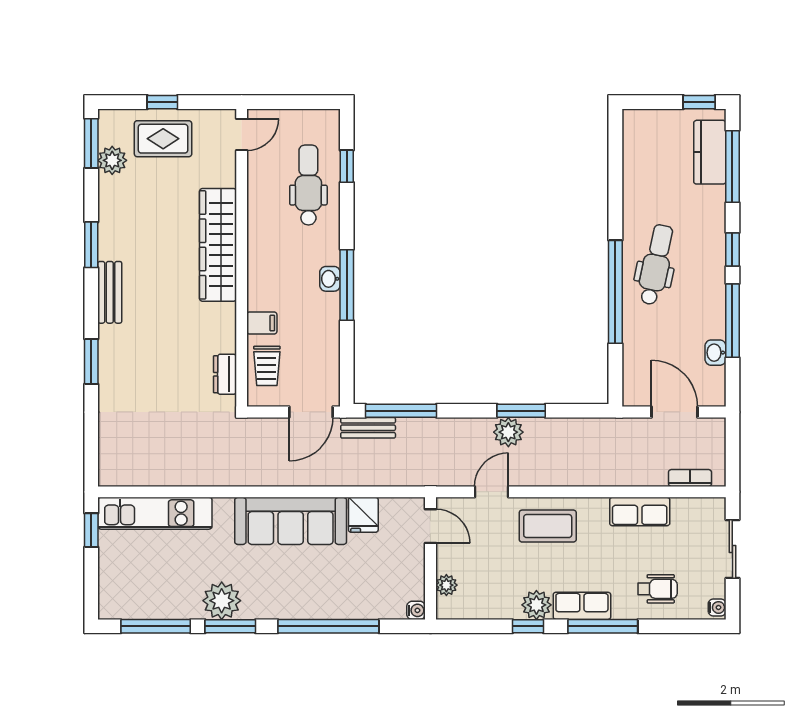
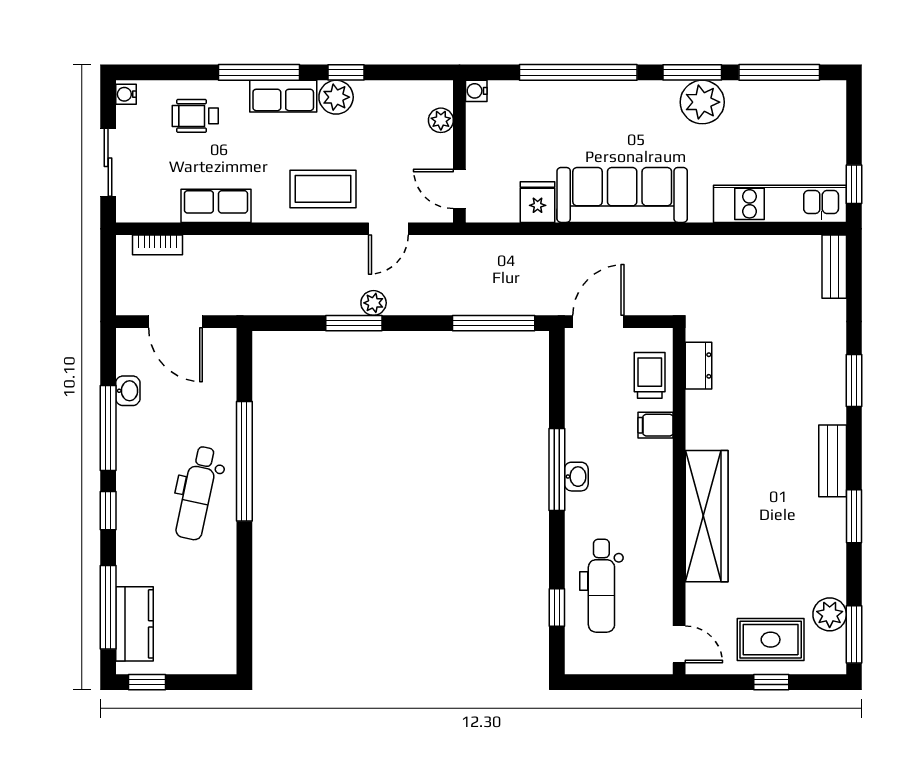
door: (242, 135) -> (679, 644), swing flipped
bench: (368, 428) -> (834, 267), moved, turned 90
plant: (508, 432) -> (374, 303), width x0.73, depth x0.73

